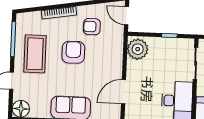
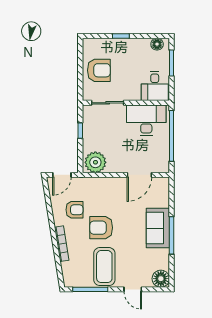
armchair: (92, 27) -> (74, 210), turned -90
coffee table: (35, 54) -> (104, 267), turned 90
door: (124, 92) -> (139, 175), hinge flipped

